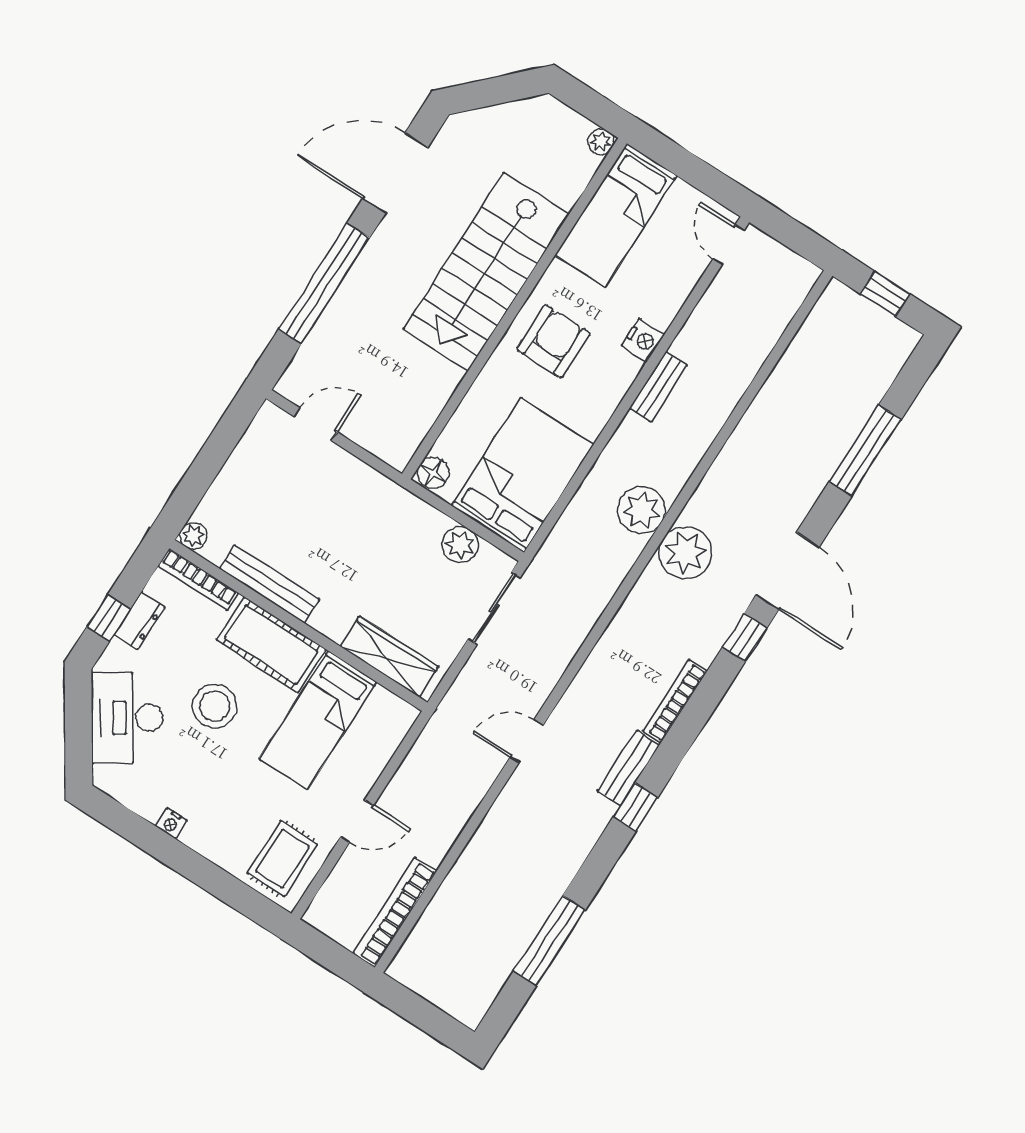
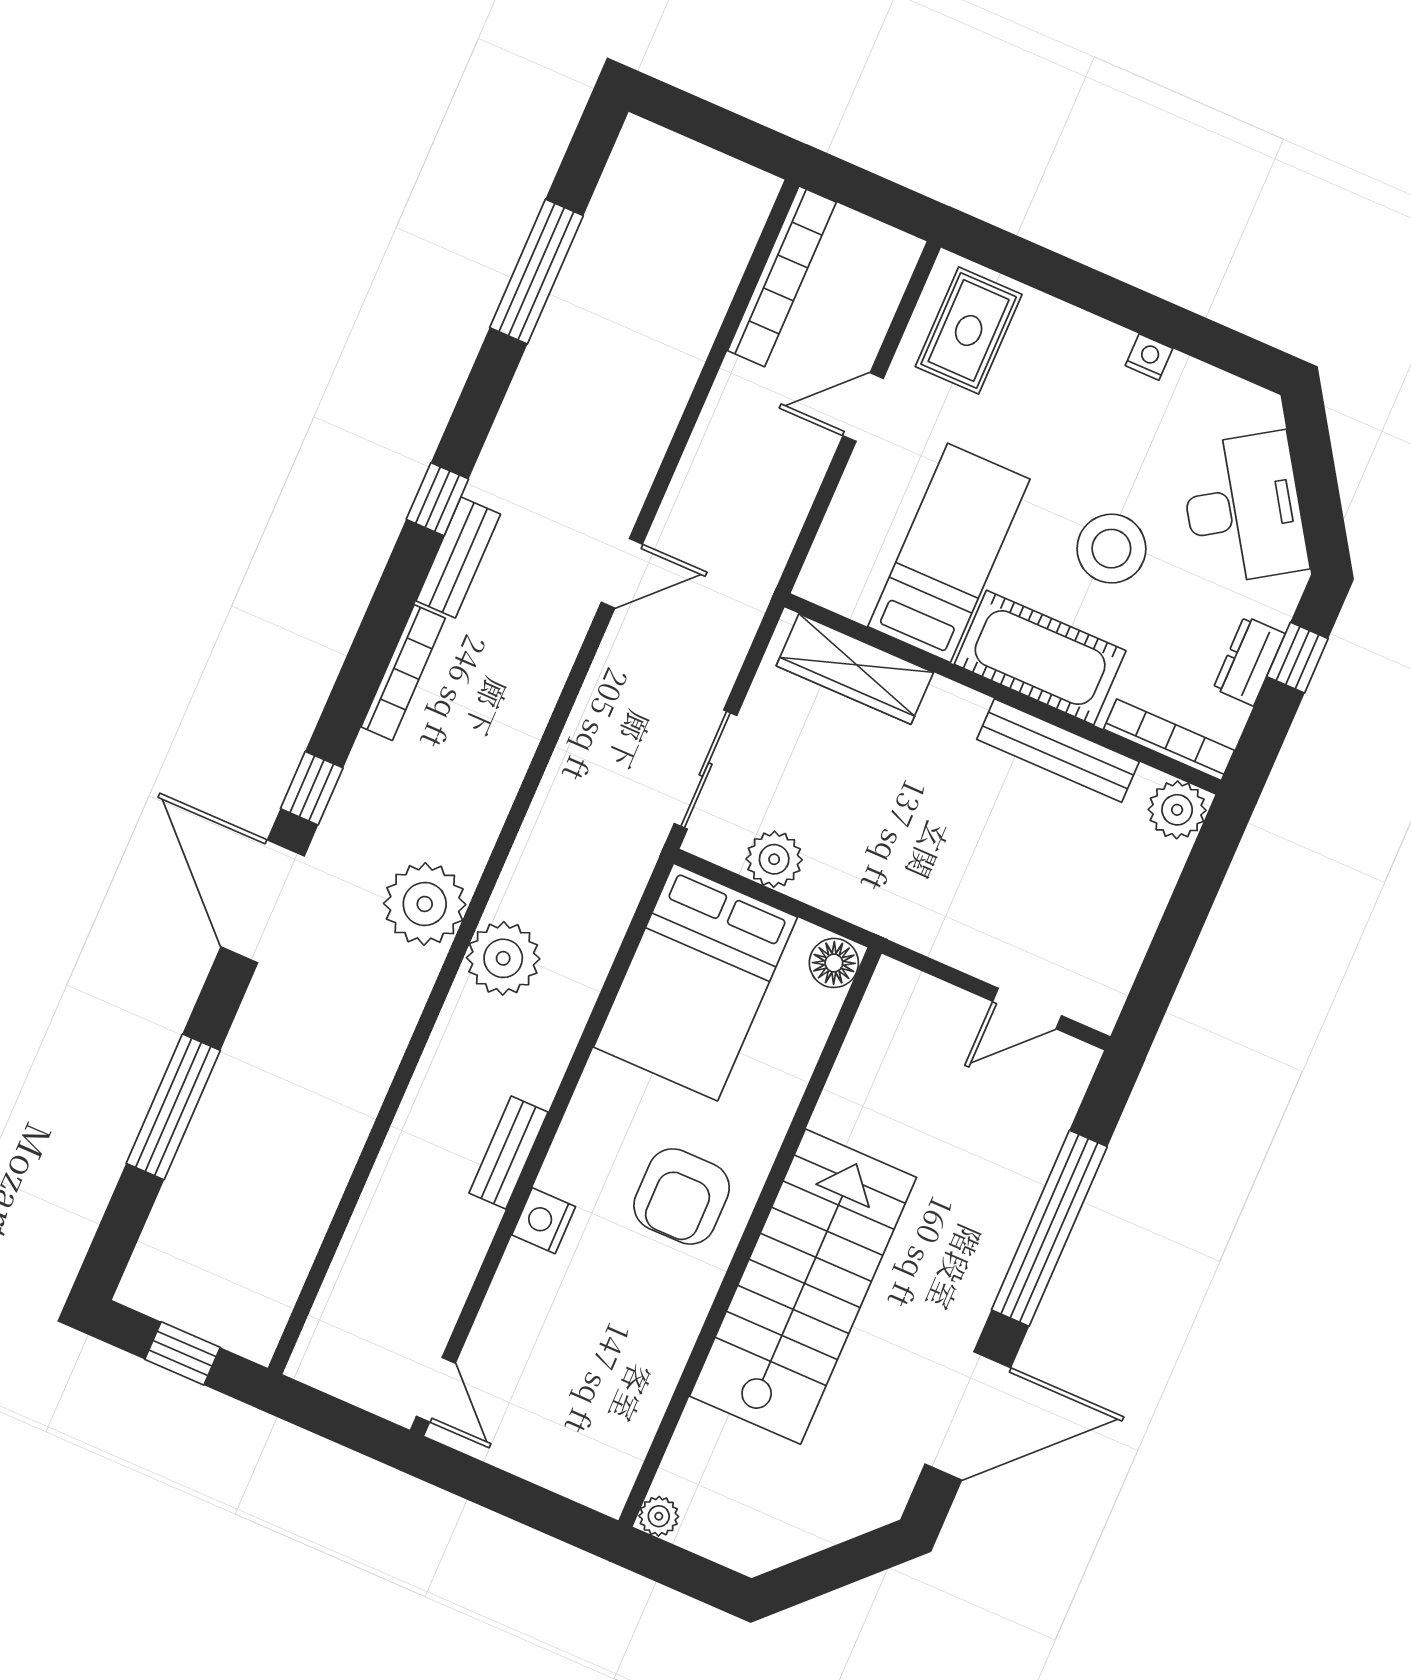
bed: (616, 215) -> (617, 1407), removed
plant: (193, 536) -> (1177, 810), width x1.38, depth x1.38

